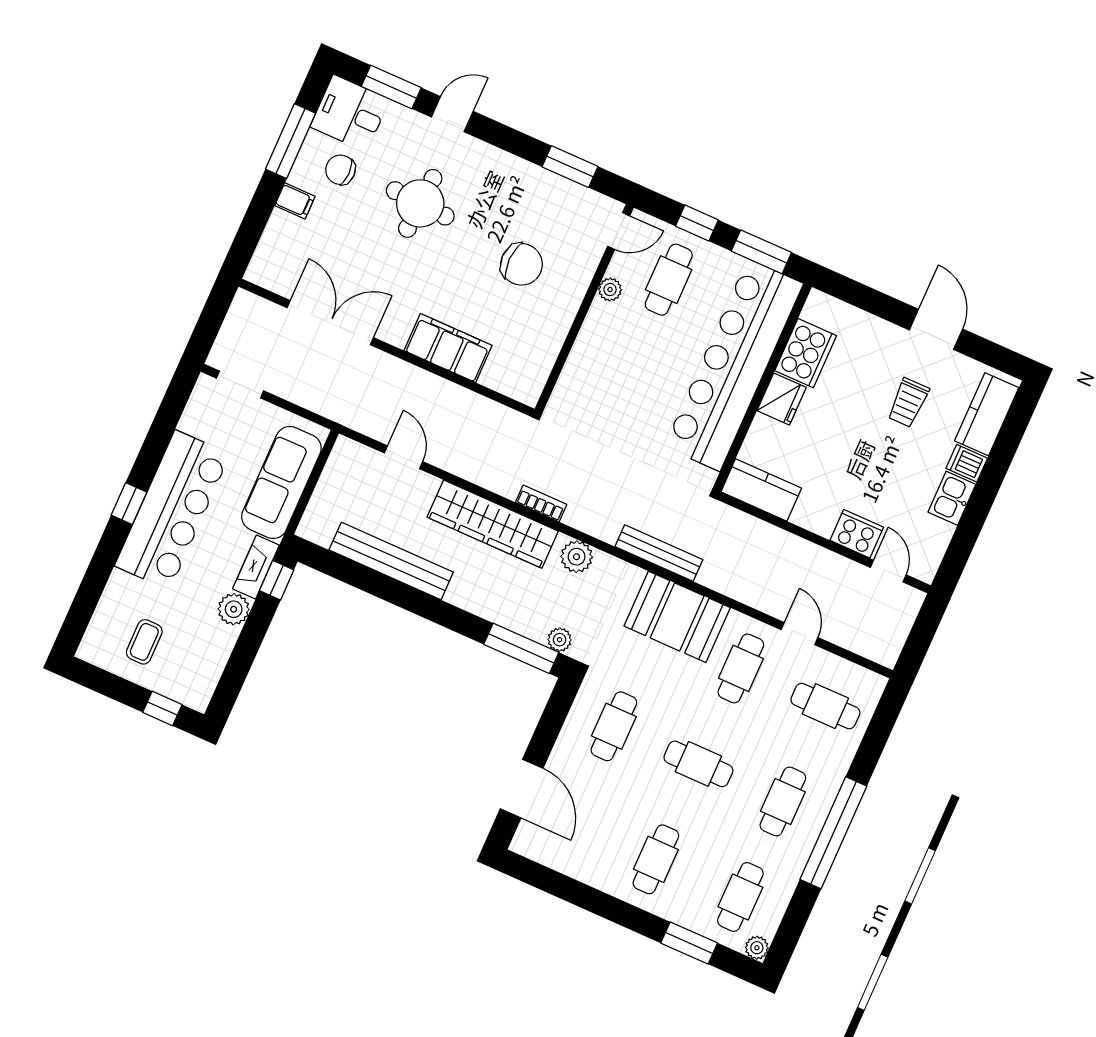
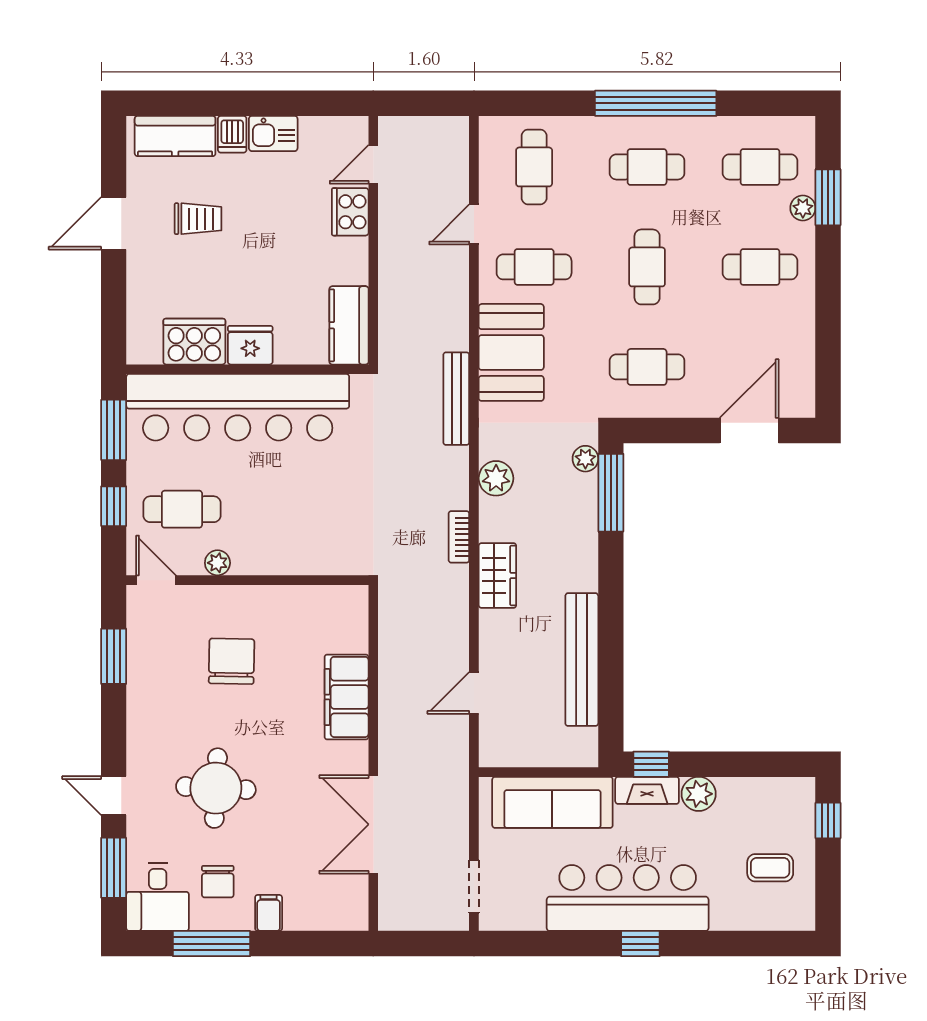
wardrobe: (493, 524) -> (497, 576), width x0.48, depth x0.85
plant: (757, 948) -> (803, 208), moved

